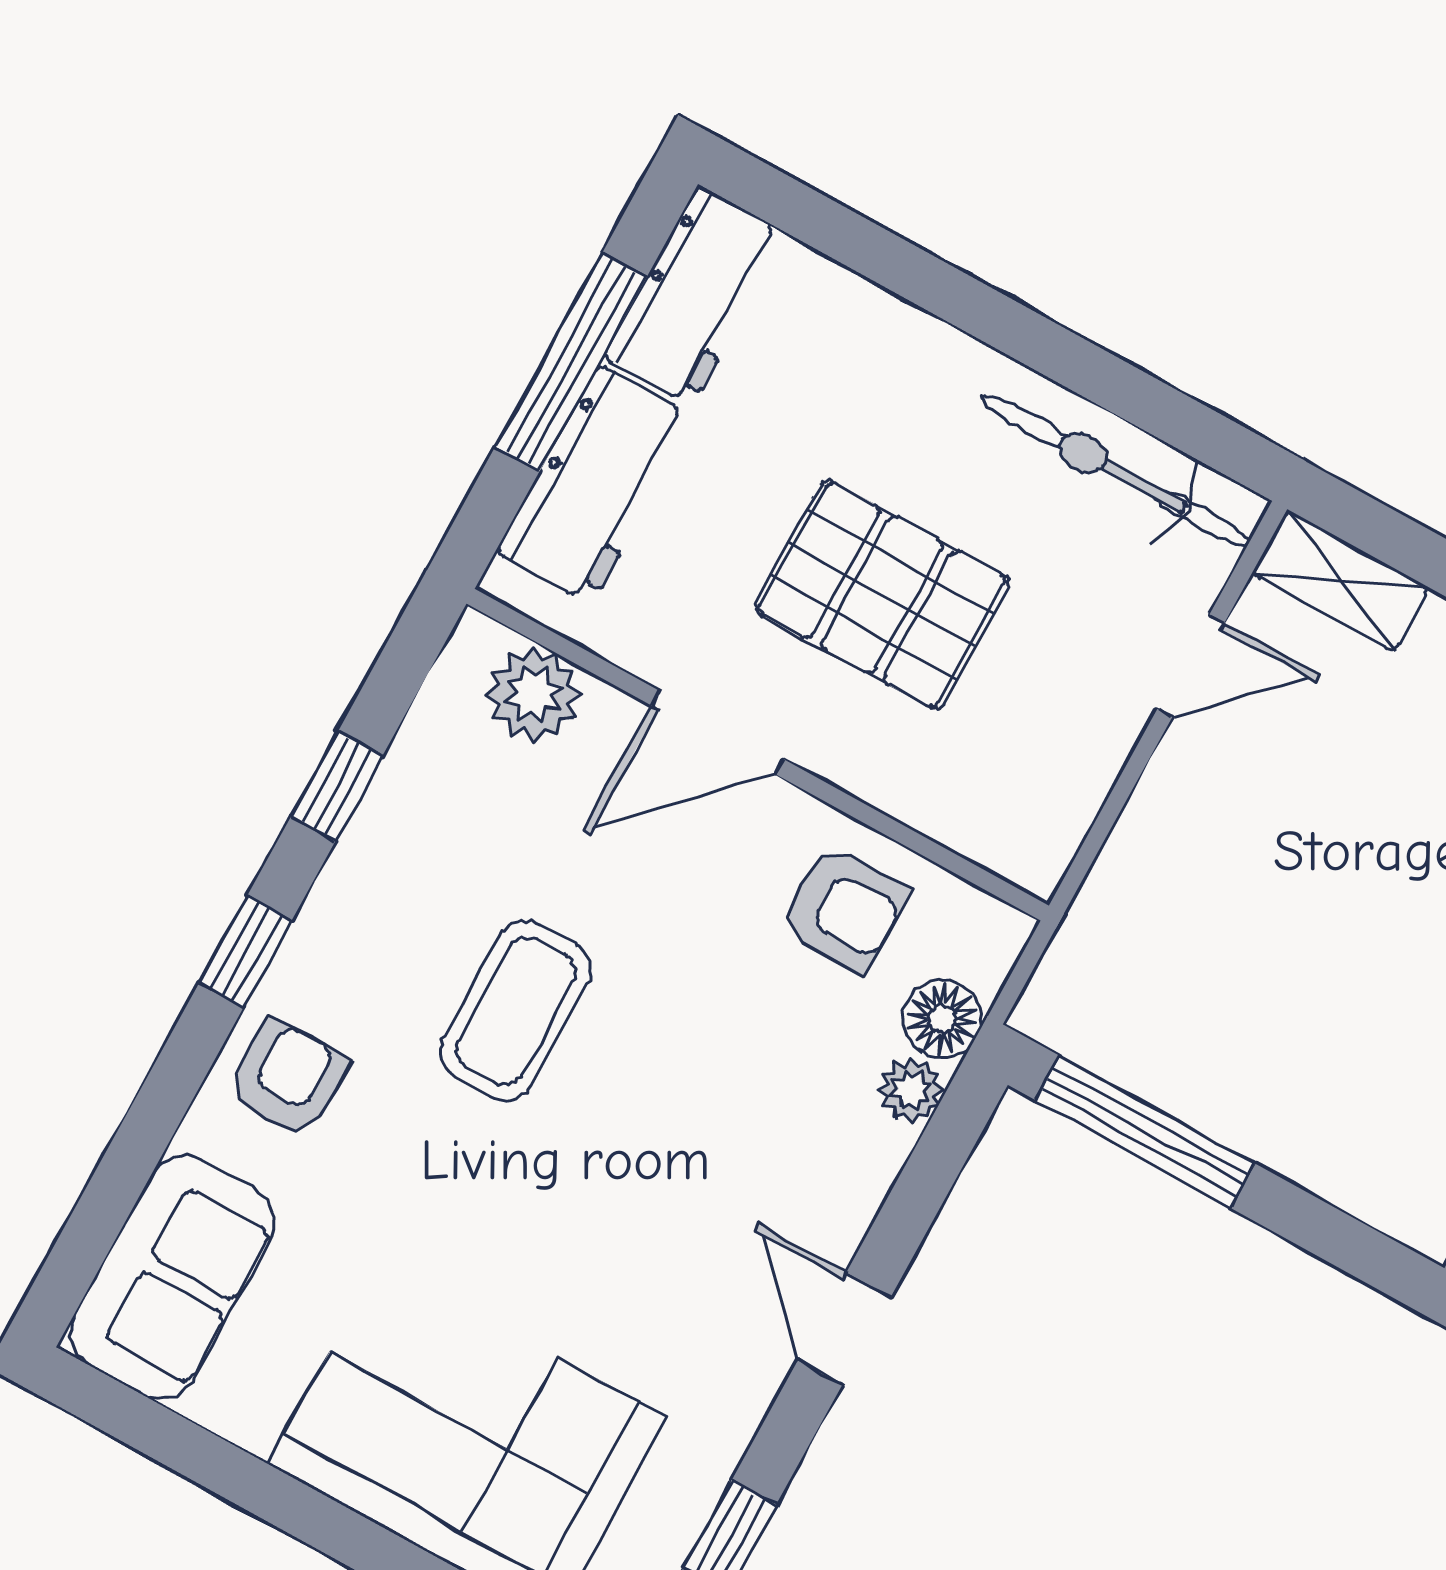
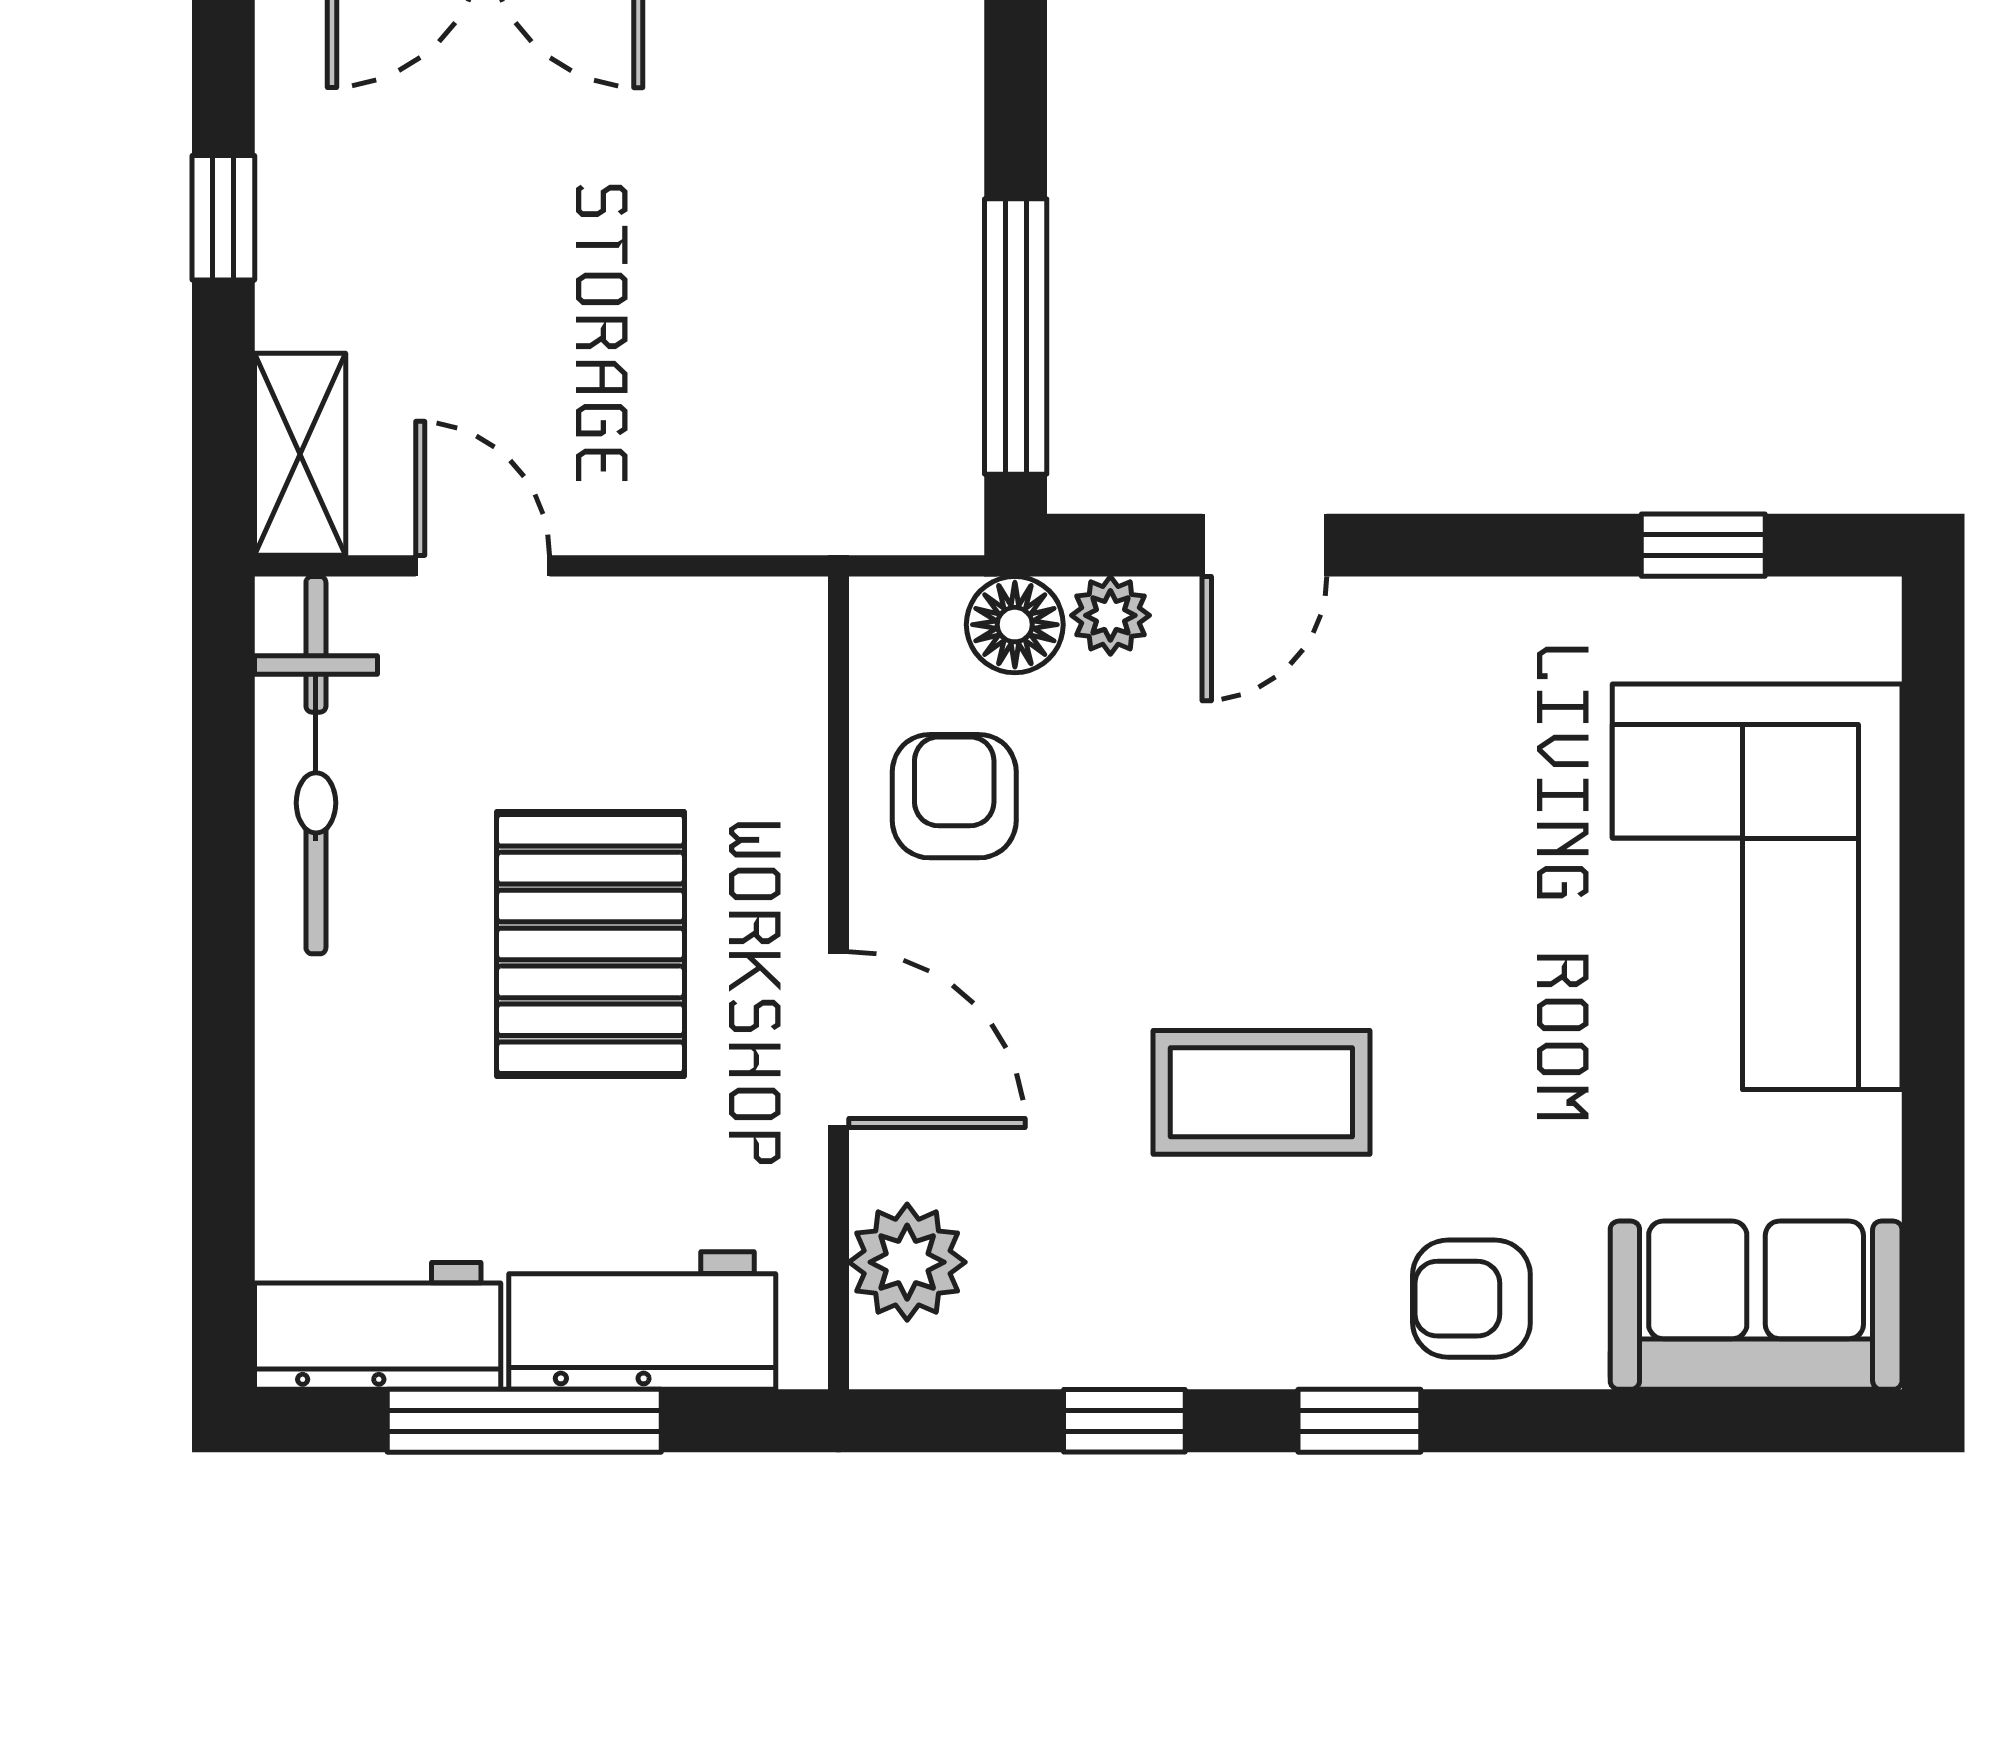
door: (844, 1329) -> (1264, 545), moved

